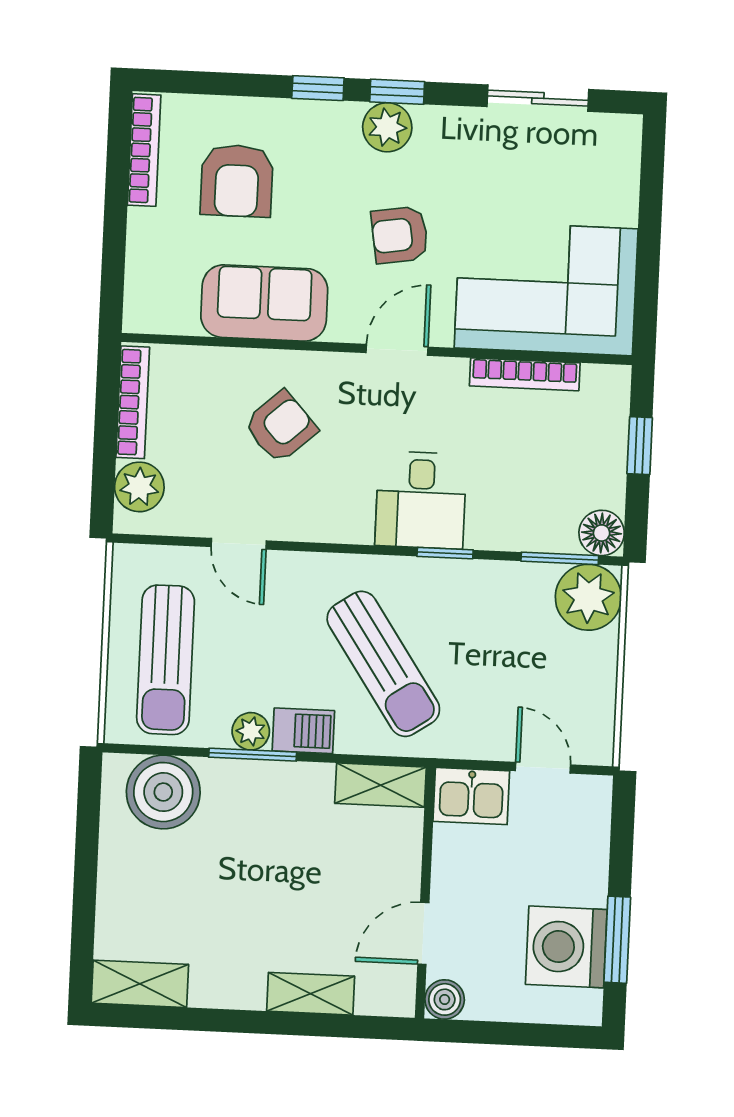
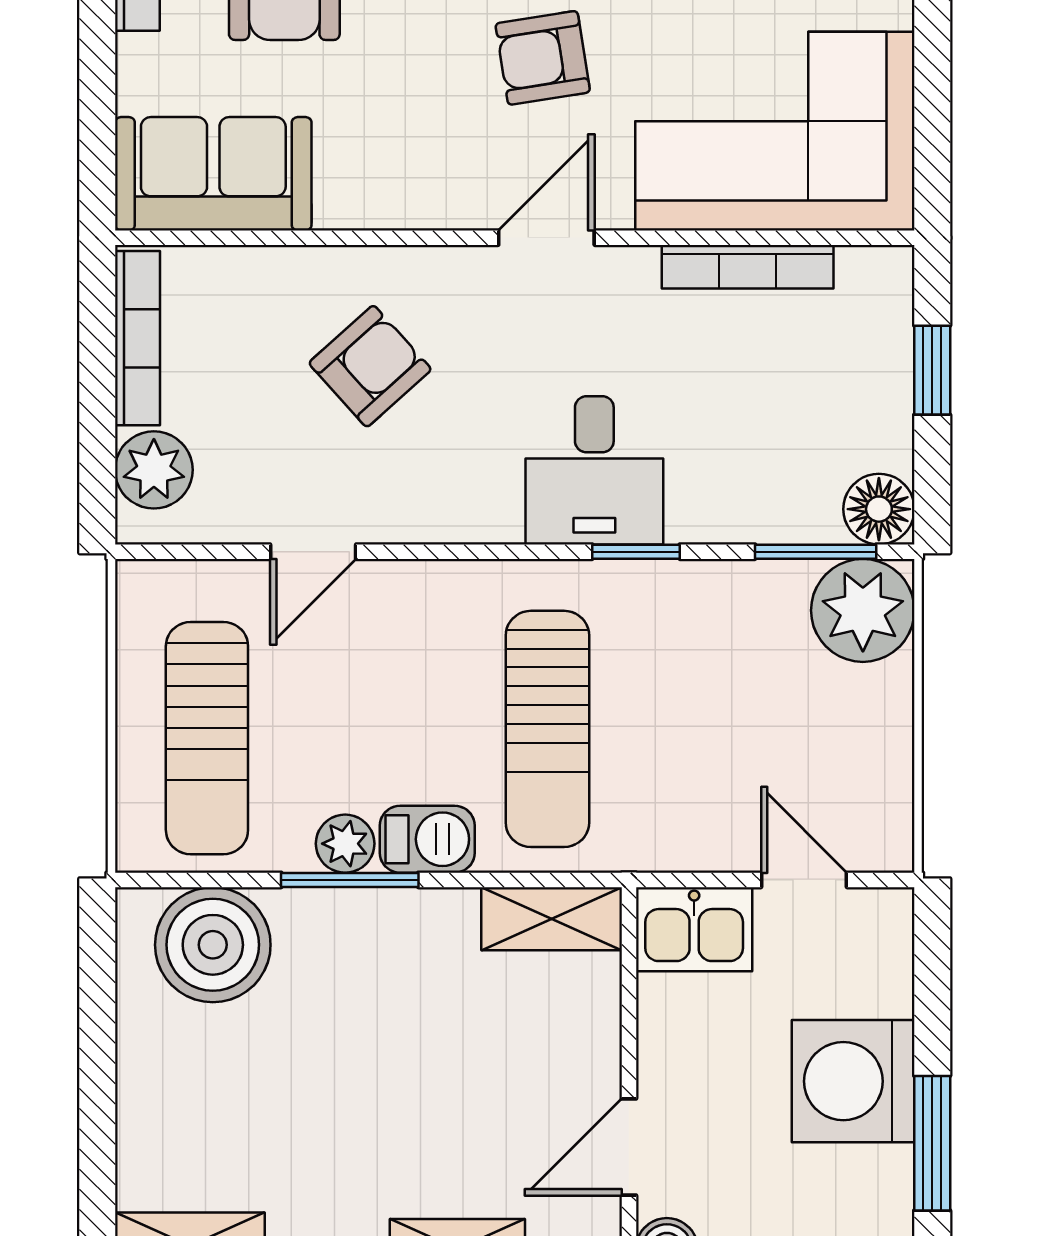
sofa: (264, 303) -> (213, 174), moved
door: (239, 544) -> (313, 552), hinge flipped
sun lounger: (383, 664) -> (547, 729), turned 34
washing machine: (566, 947) -> (853, 1081), moved

